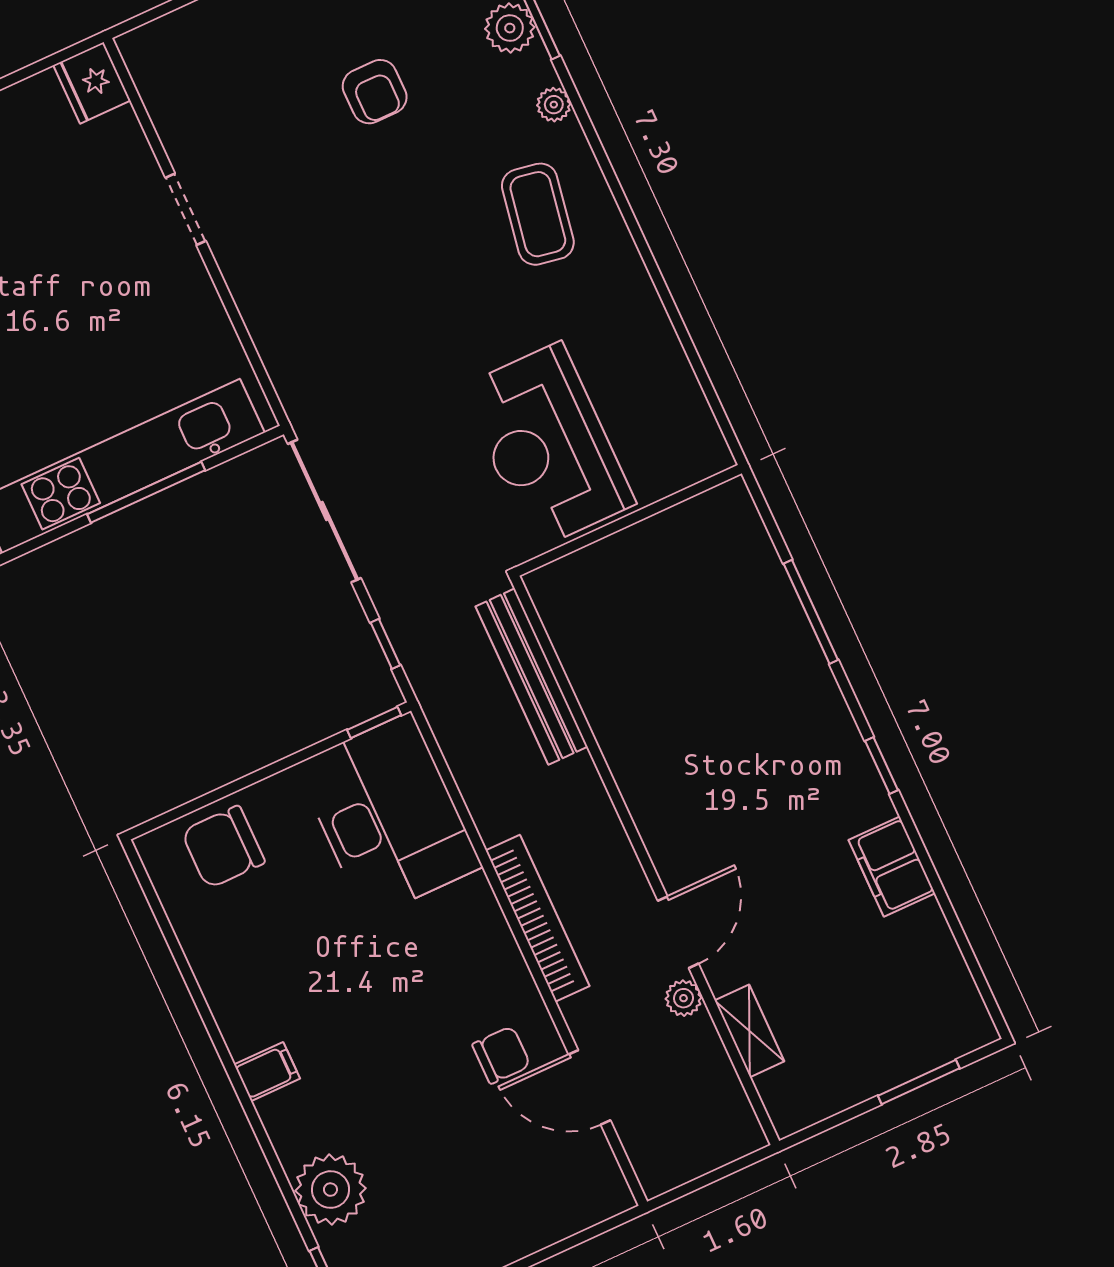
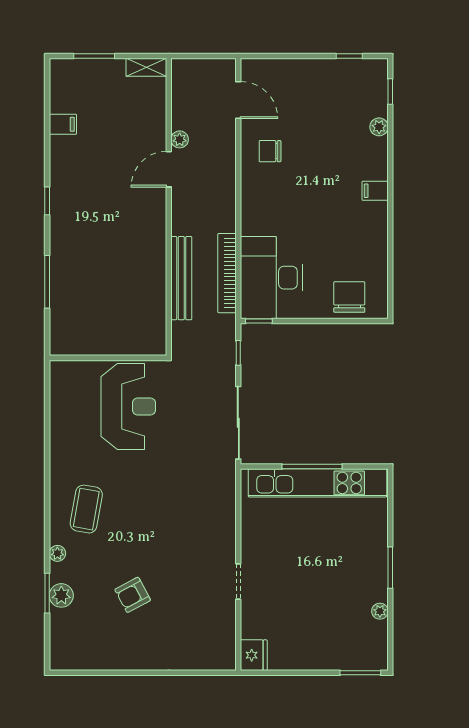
armchair: (375, 92) -> (133, 595), turned -118
bench: (532, 677) -> (181, 278), moved
chair: (223, 847) -> (349, 297), turned -90
filing cabinet: (892, 867) -> (63, 124), moved, width x0.50
bookcase: (537, 918) -> (227, 273), moved
shelving: (749, 1031) -> (146, 67), moved, turned 90
door: (589, 1087) -> (238, 100), moved
plant: (330, 1190) -> (379, 127), width x0.53, depth x0.53

